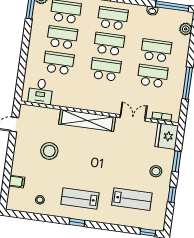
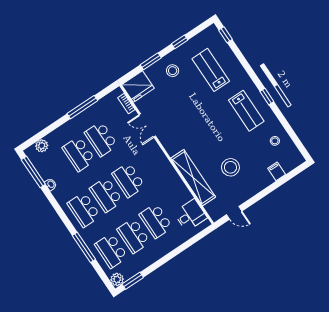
shelving: (87, 120) -> (193, 178), moved

